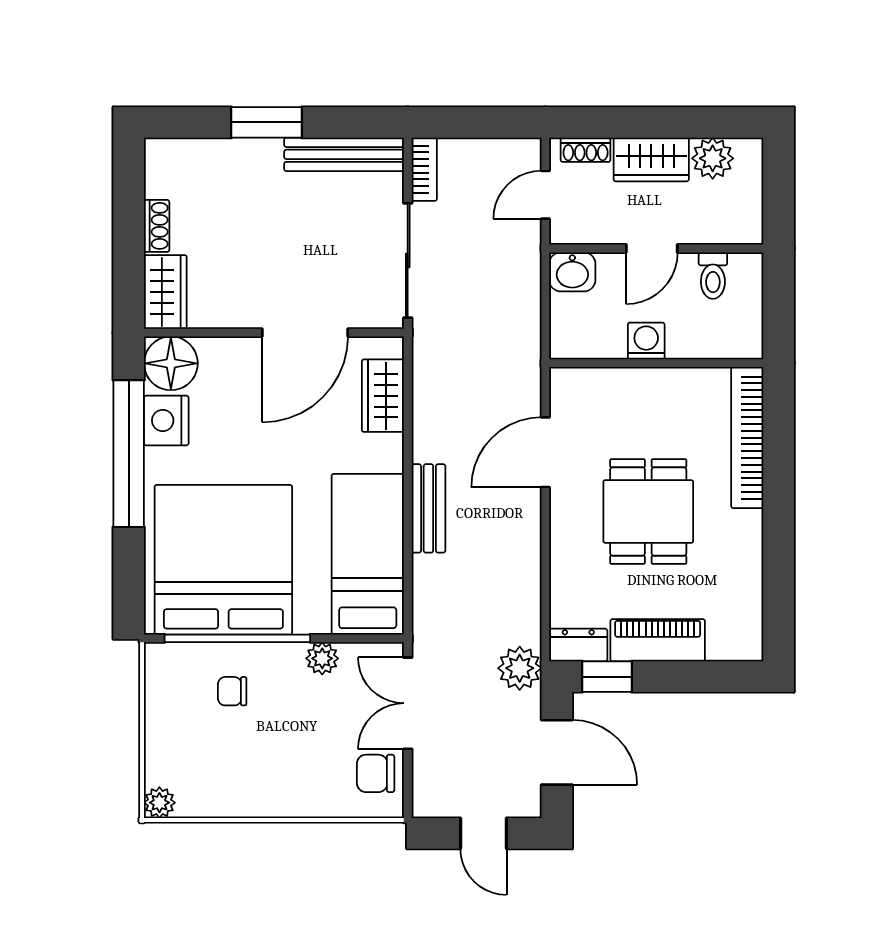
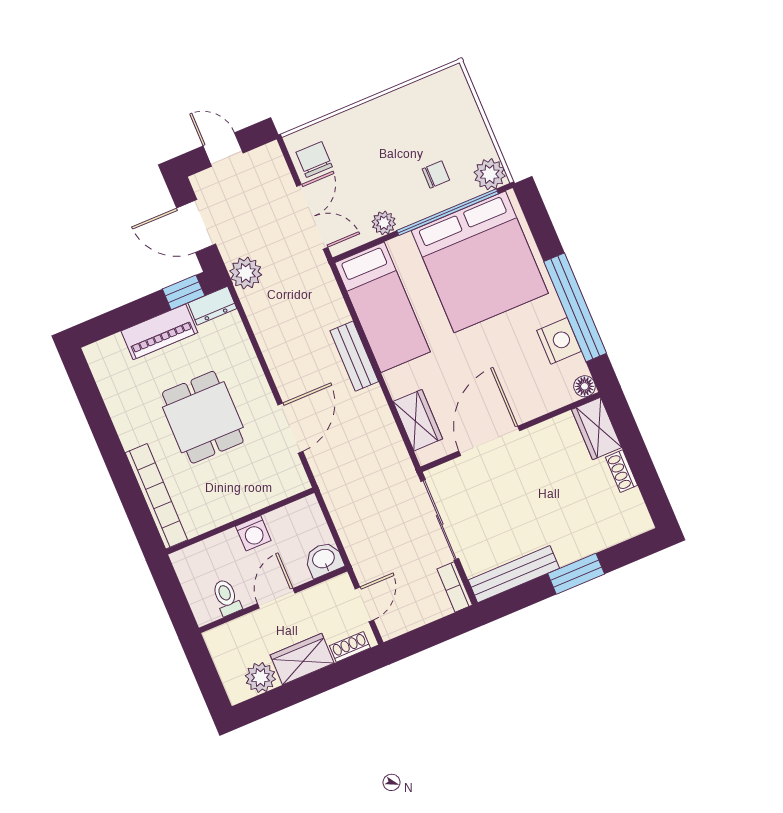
floor lamp: (171, 363) -> (585, 386), width x0.53, depth x0.53
chair: (376, 773) -> (314, 159), turned -90
plant: (159, 803) -> (490, 174), moved, width x1.38, depth x1.38

